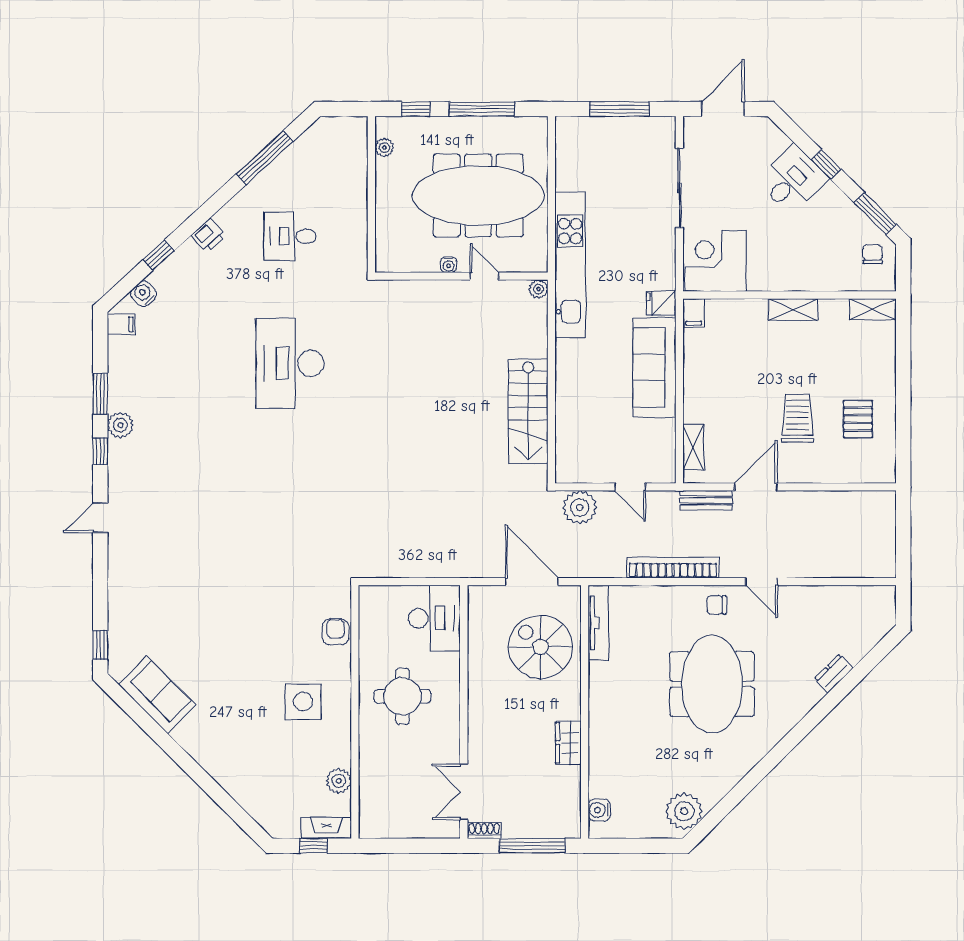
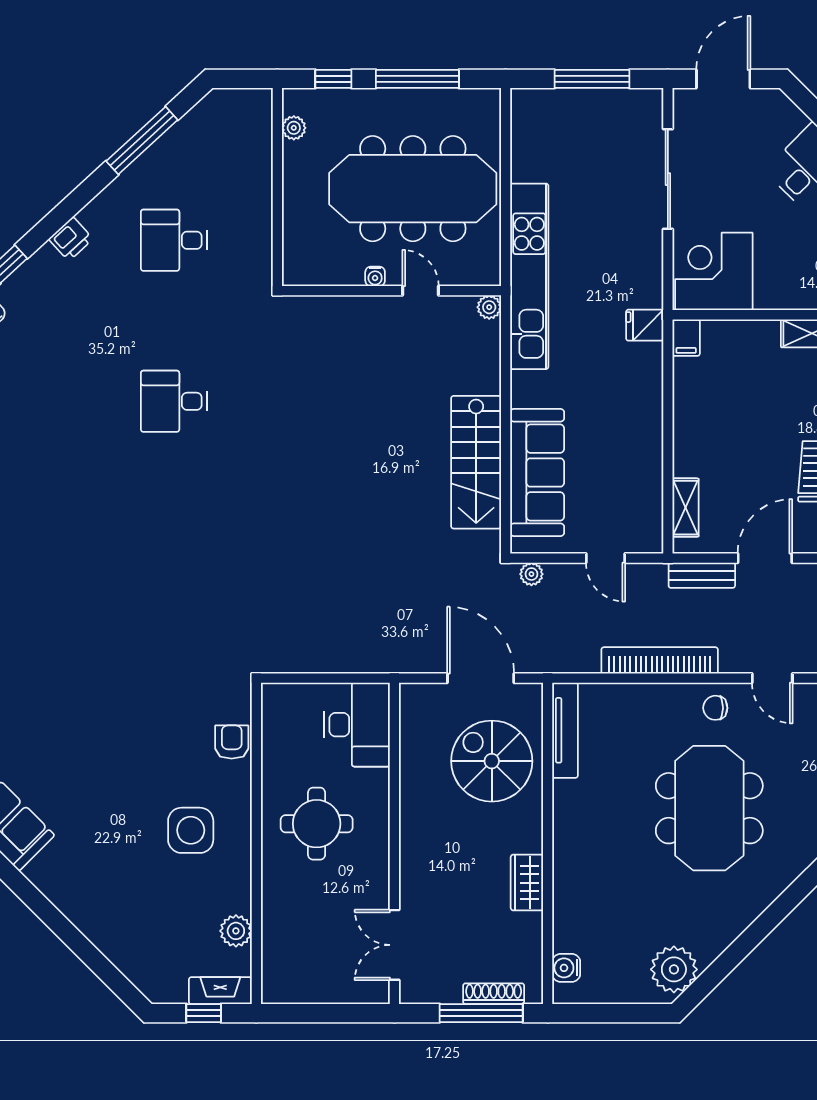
desk: (290, 363) -> (174, 401), width x0.53, depth x0.77
sofa: (654, 368) -> (537, 473), moved, turned 180
plant: (580, 507) -> (531, 574), width x0.53, depth x0.53
shoe rack: (484, 830) -> (494, 994), moved, width x1.43

